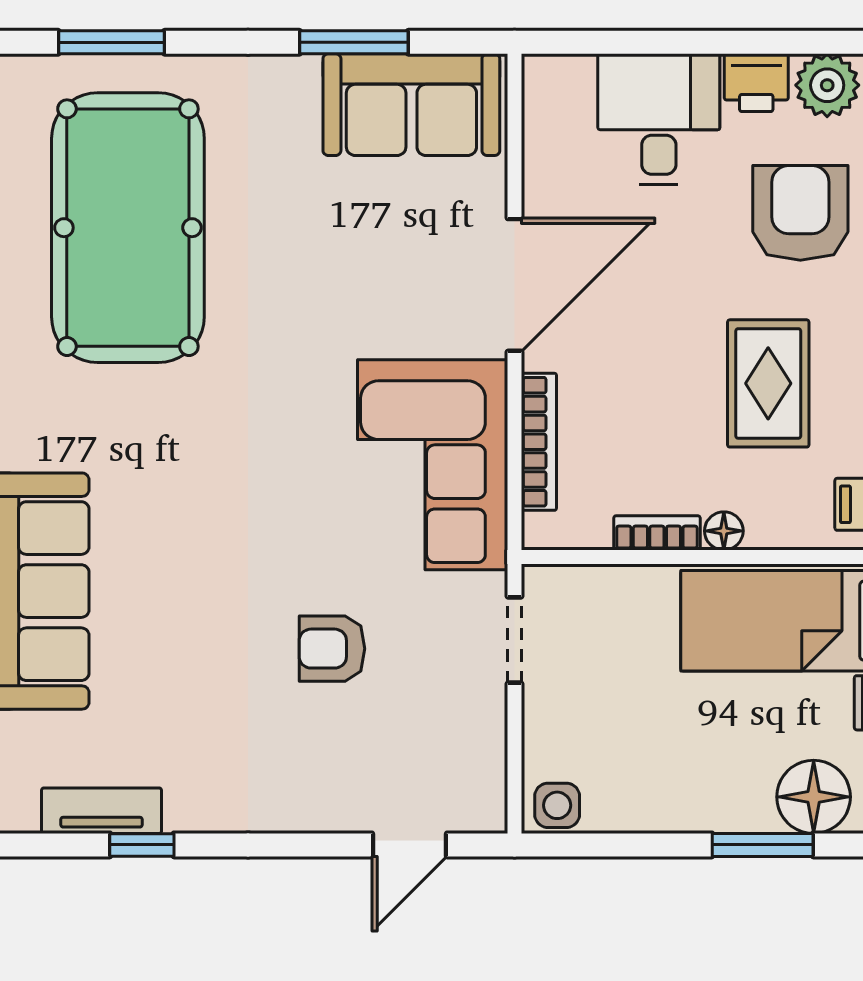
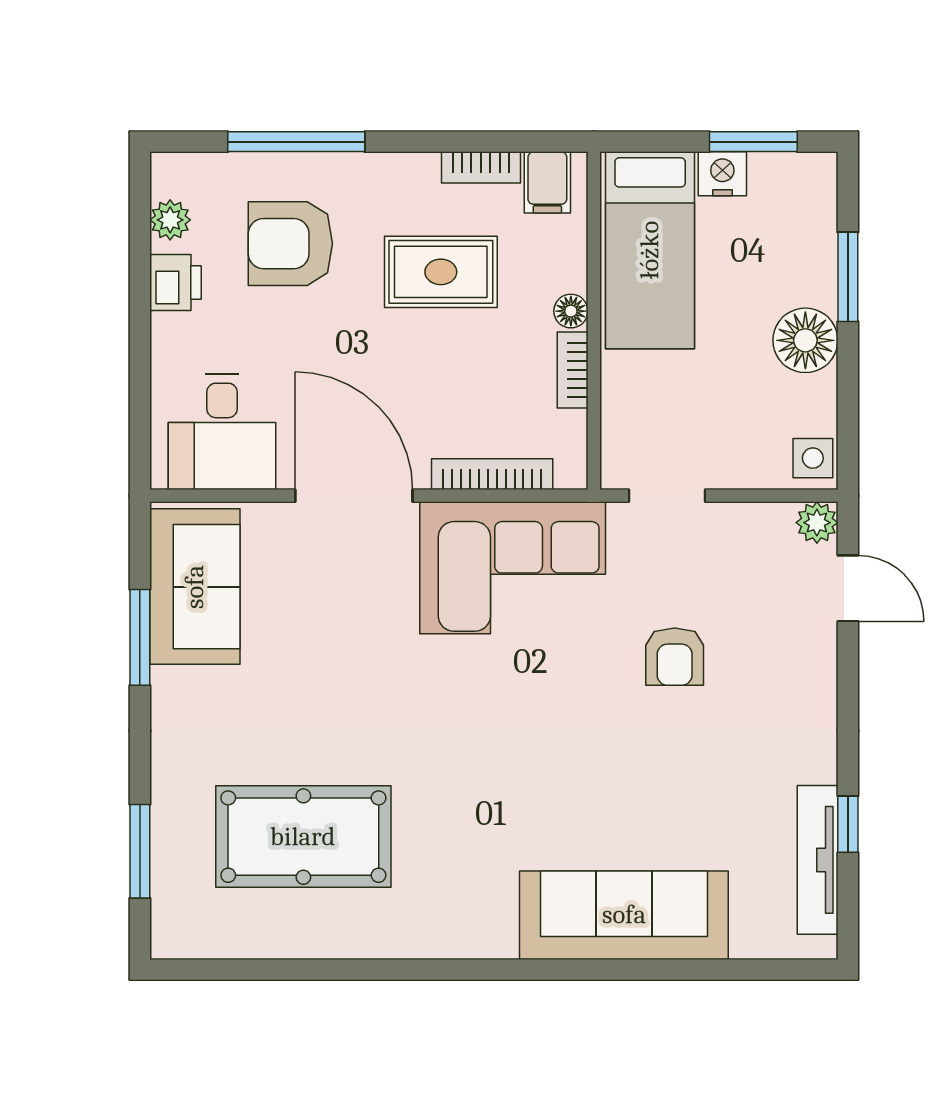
plant: (827, 85) -> (170, 220), width x0.73, depth x0.73
desk: (659, 119) -> (222, 432), moved, turned -90
pool table: (128, 228) -> (303, 837), width x0.73, depth x0.76
floor lamp: (814, 797) -> (805, 340), moved
plant: (484, 810) -> (817, 523), added
tv unit: (102, 811) -> (818, 860), width x1.41

